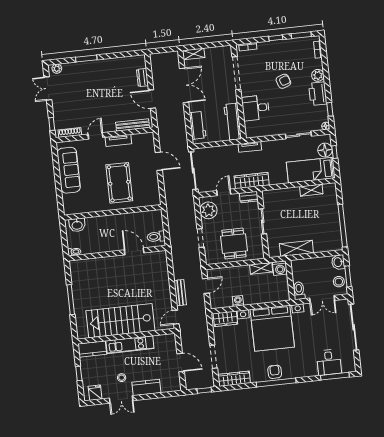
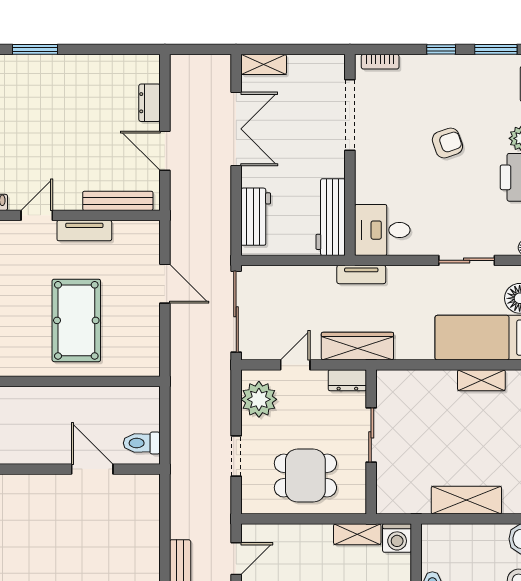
desk: (256, 108) -> (382, 230), moved
dining table: (234, 244) -> (305, 476), turned 90
shelving: (296, 248) -> (466, 500), moved

